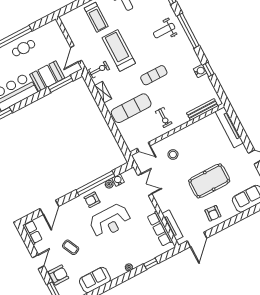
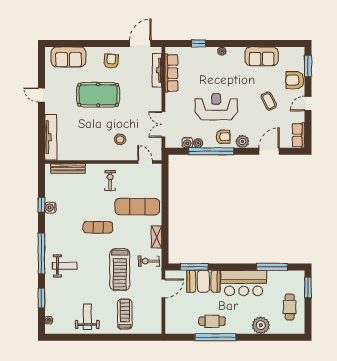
plant: (75, 204) -> (242, 141), added

